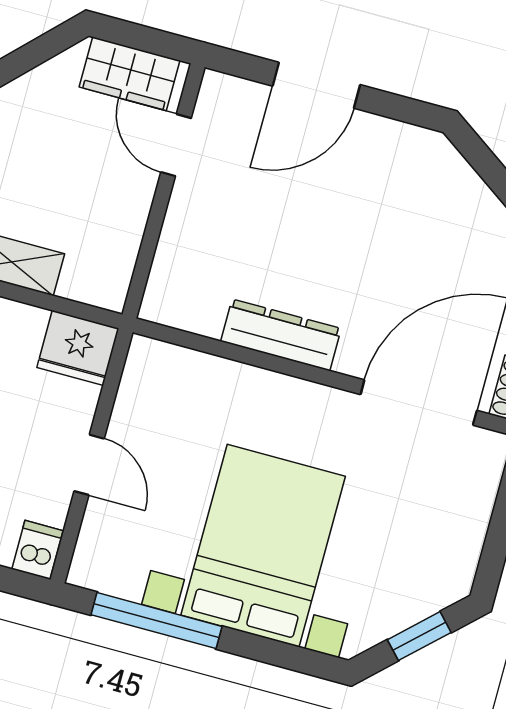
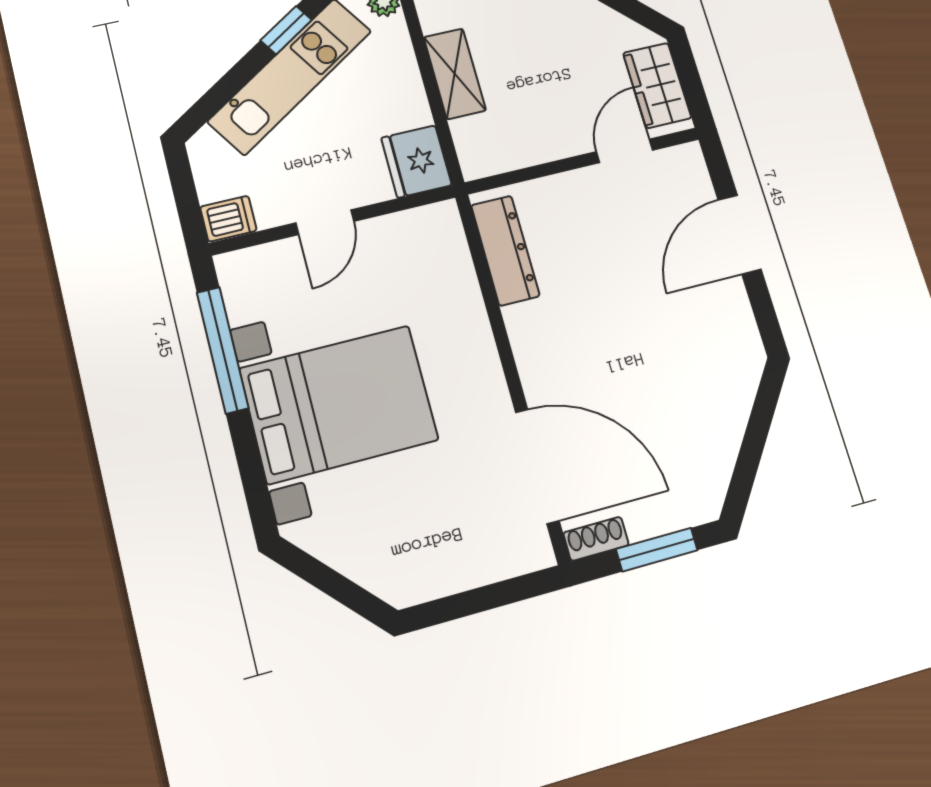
door: (316, 85) -> (740, 235), hinge flipped
dresser: (281, 335) -> (505, 250), moved
window: (419, 636) -> (336, 586), removed

